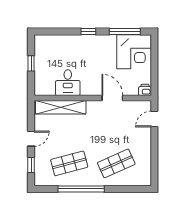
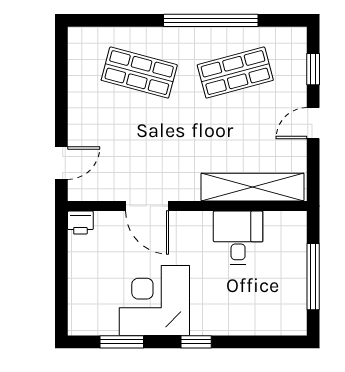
window: (125, 32) -> (122, 342), width x0.69
corner desk: (134, 52) -> (154, 301), moved
window: (31, 63) -> (313, 277), width x2.17
shop shelf: (116, 163) -> (139, 73), turned 39

